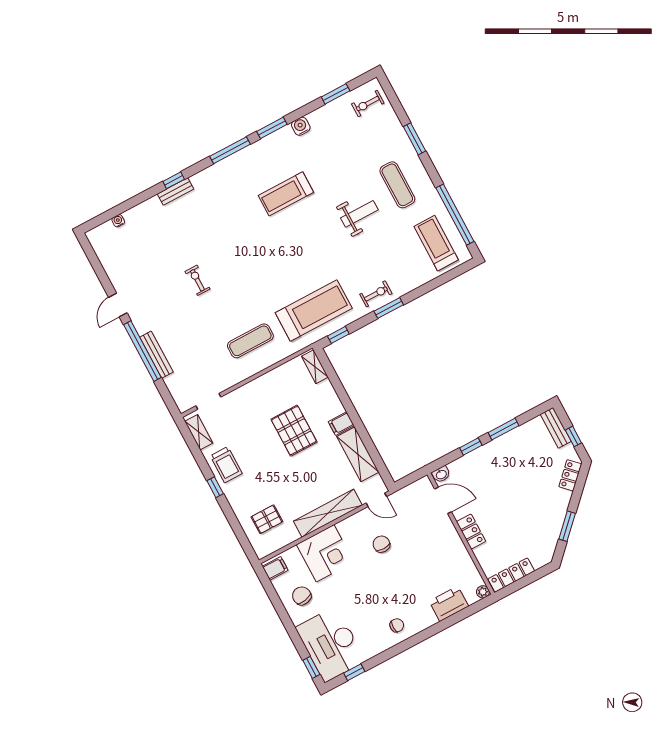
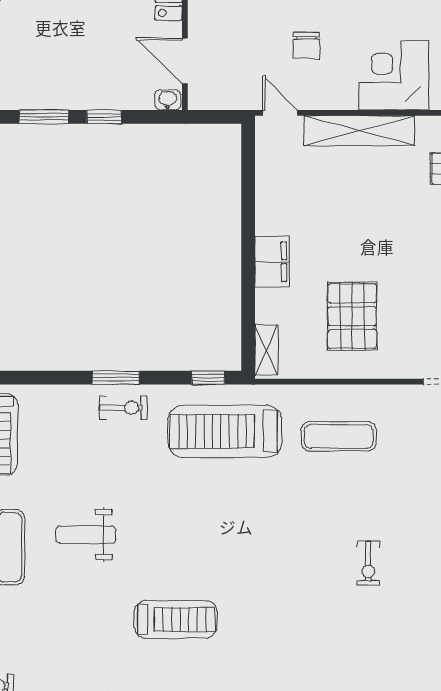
exercise bike: (376, 294) -> (123, 408), turned 180
filing cabinet: (341, 424) -> (272, 262), width x2.00
pallet: (294, 431) -> (352, 316), moved
shelving: (358, 454) -> (271, 192), removed

